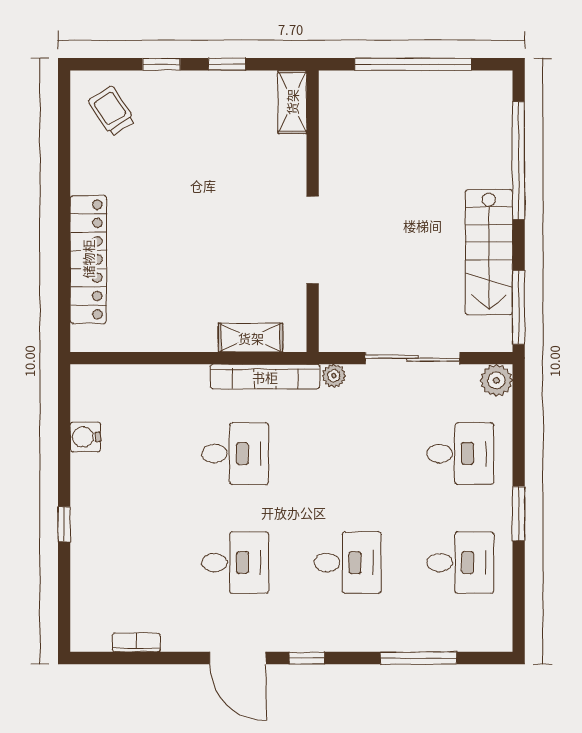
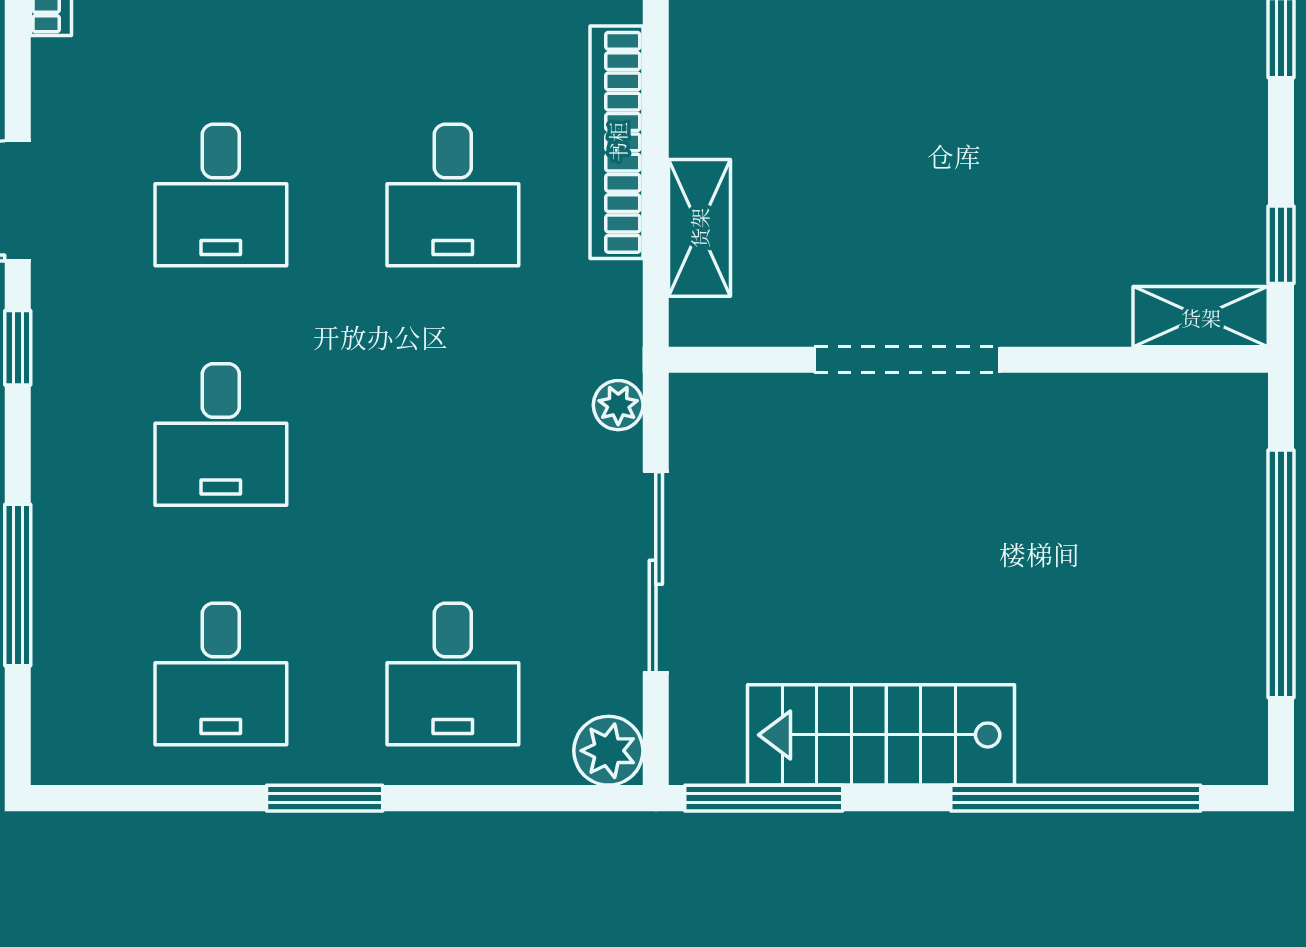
window: (227, 64) -> (1281, 245), moved
bookcase: (265, 377) -> (617, 142), moved

